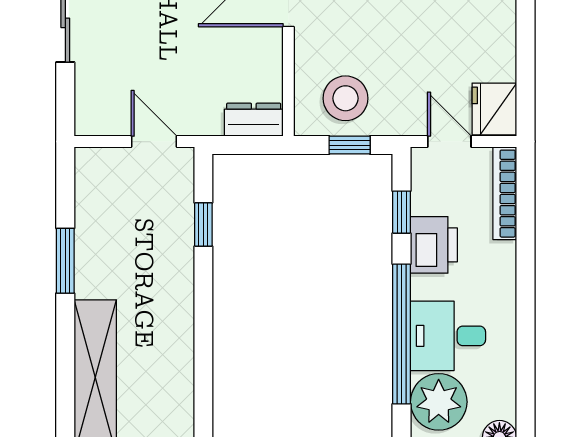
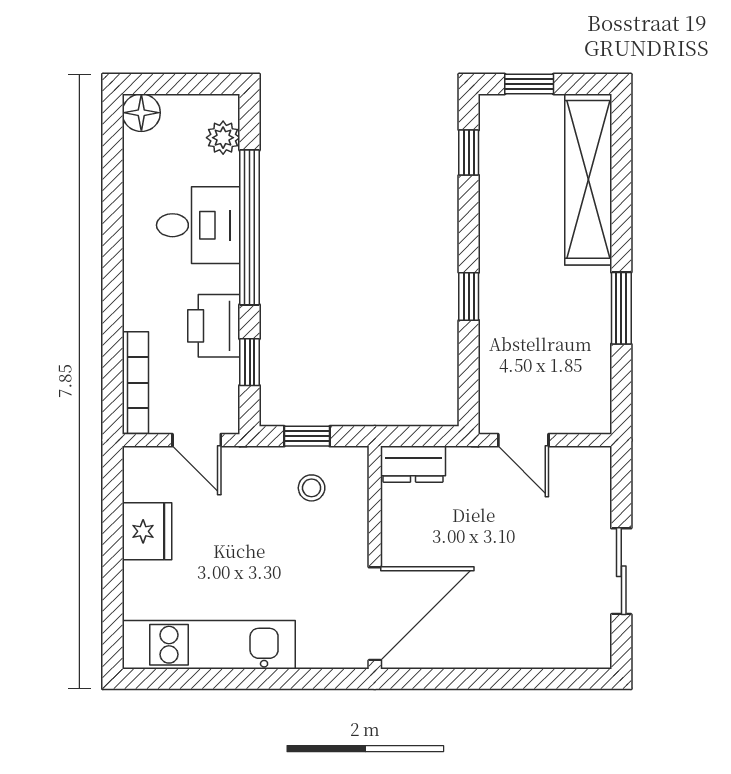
stool: (345, 98) -> (312, 488), width x0.53, depth x0.53
fridge: (494, 109) -> (147, 531), moved
window: (203, 224) -> (469, 296), moved
window: (203, 402) -> (469, 153), added
plant: (439, 402) -> (223, 138), width x0.53, depth x0.53

